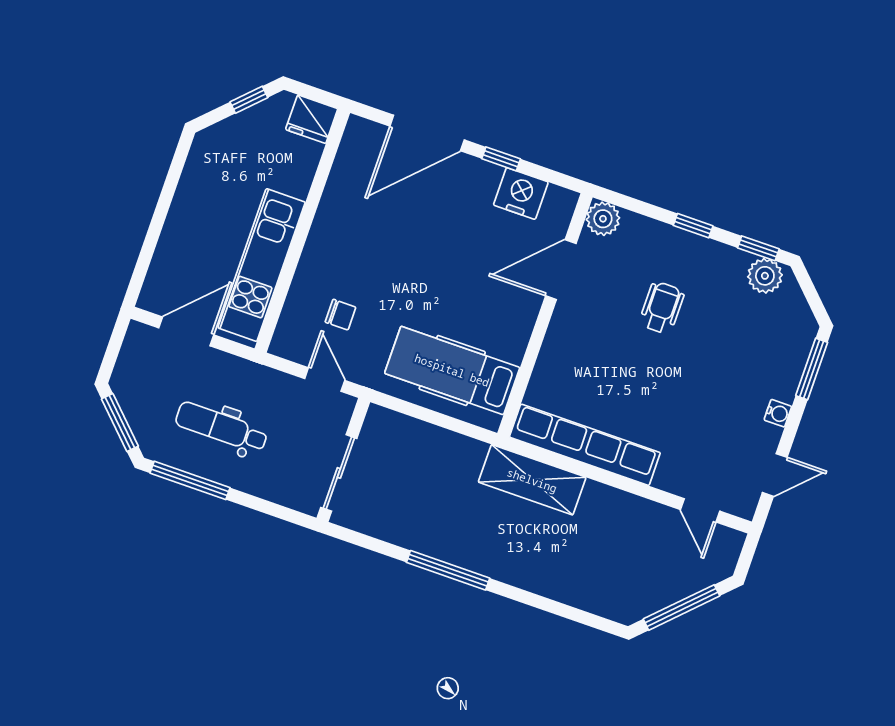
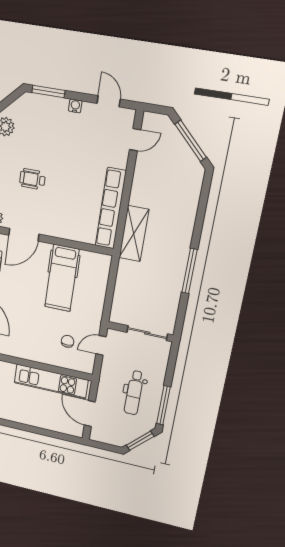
door: (561, 270) -> (24, 235), hinge flipped
hospital bed: (452, 370) -> (62, 278), moved

